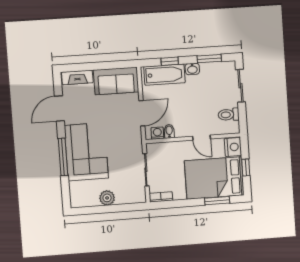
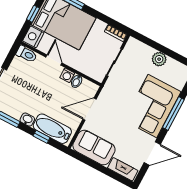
toilet: (229, 115) -> (26, 54), moved
washing machine: (157, 133) -> (67, 75), moved

